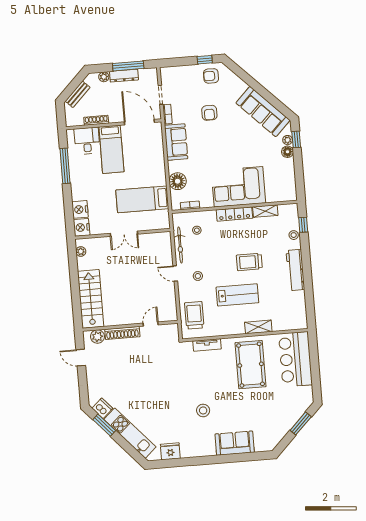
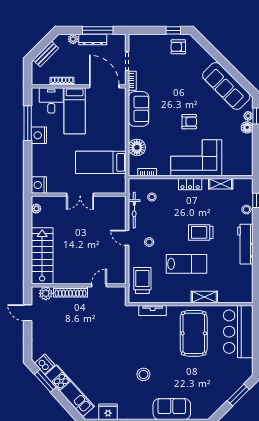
armchair: (209, 113) -> (189, 122), moved, turned -90
nightstand: (80, 209) -> (39, 135), moved
locker: (234, 214) -> (190, 184), width x0.66

